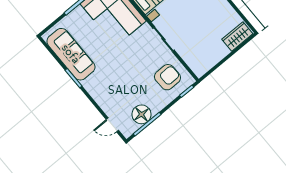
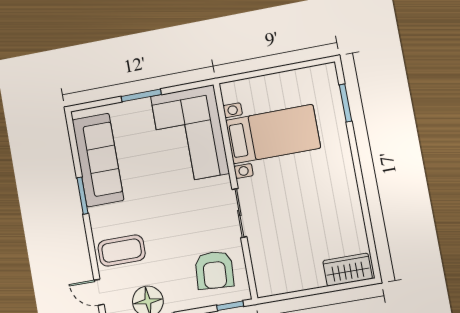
armchair: (168, 77) -> (214, 270), turned 95
coffee table: (112, 95) -> (122, 251), added

